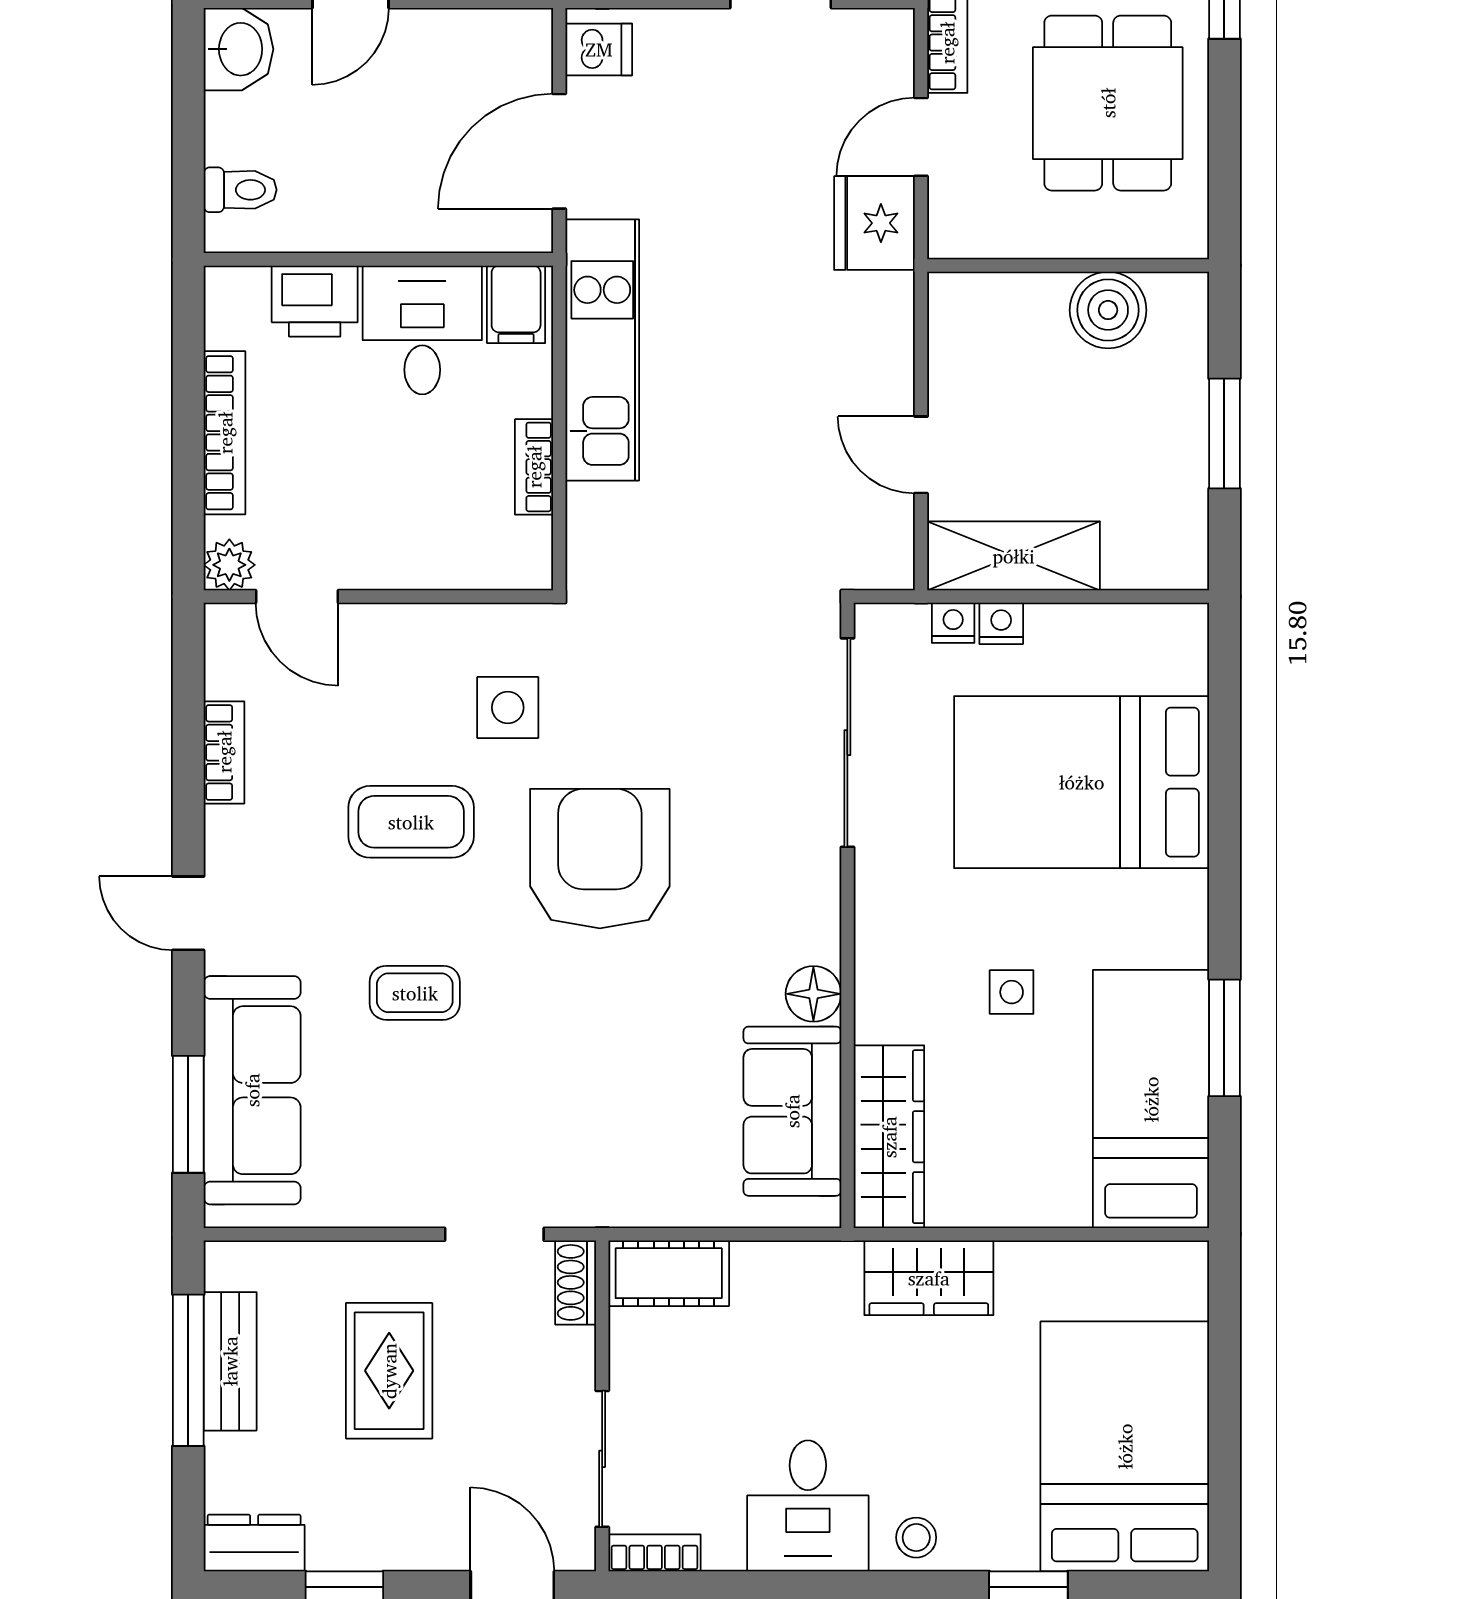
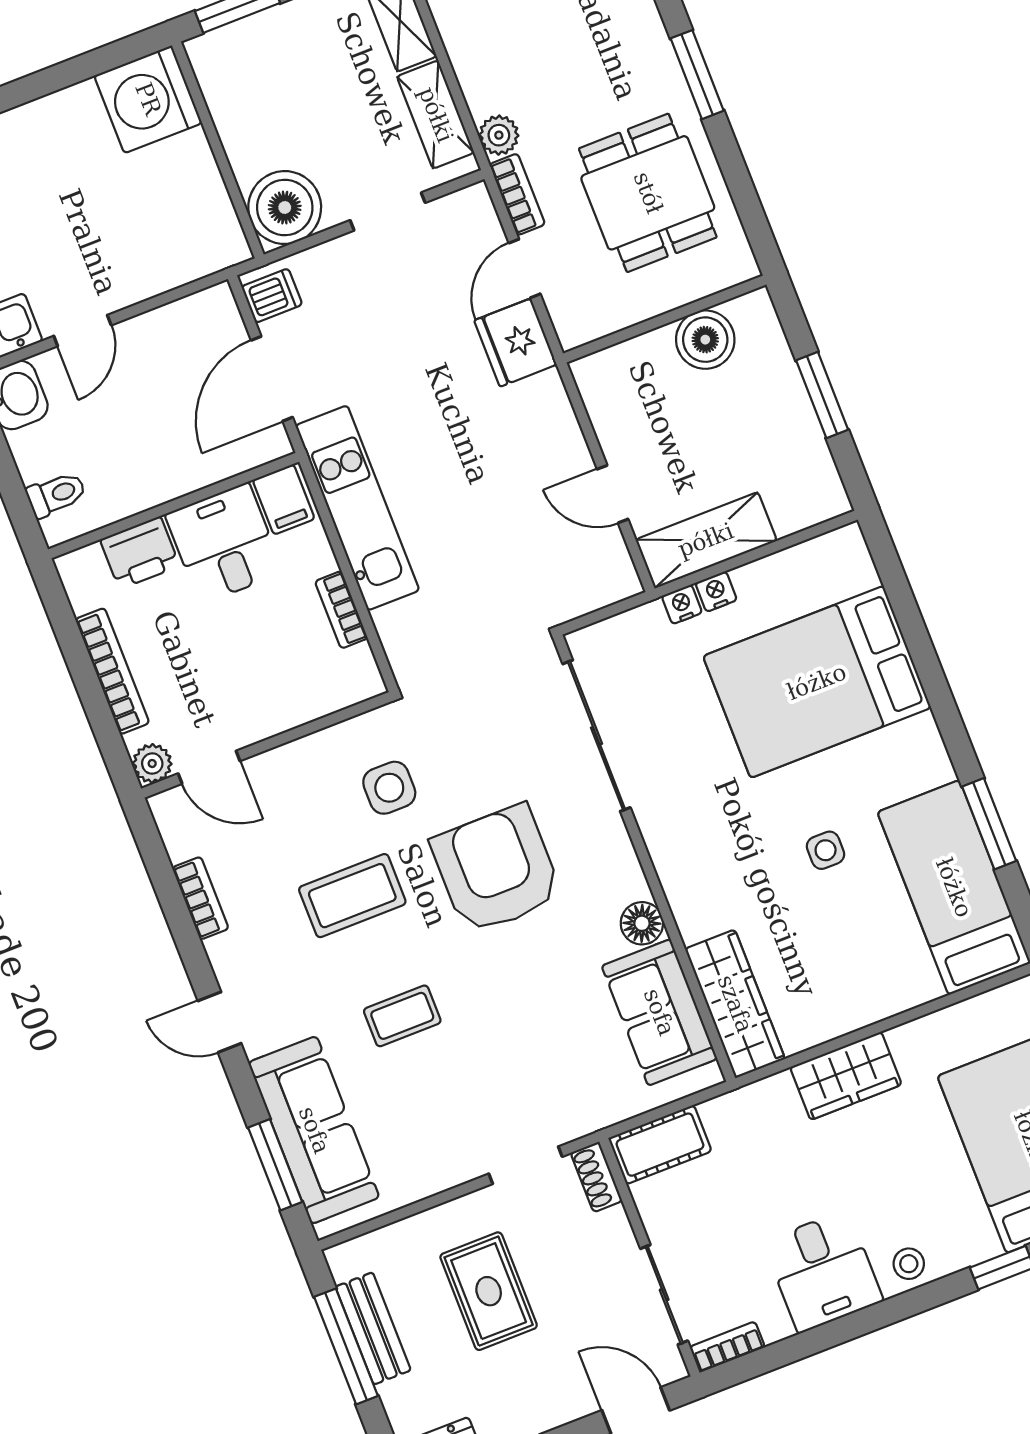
sliding door: (847, 743) -> (597, 736), moved
wall: (847, 915) -> (644, 858), moved
floor lamp: (813, 994) -> (642, 923), moved
sofa: (792, 1111) -> (659, 1012), moved
wardrobe: (889, 1137) -> (735, 1004), moved

